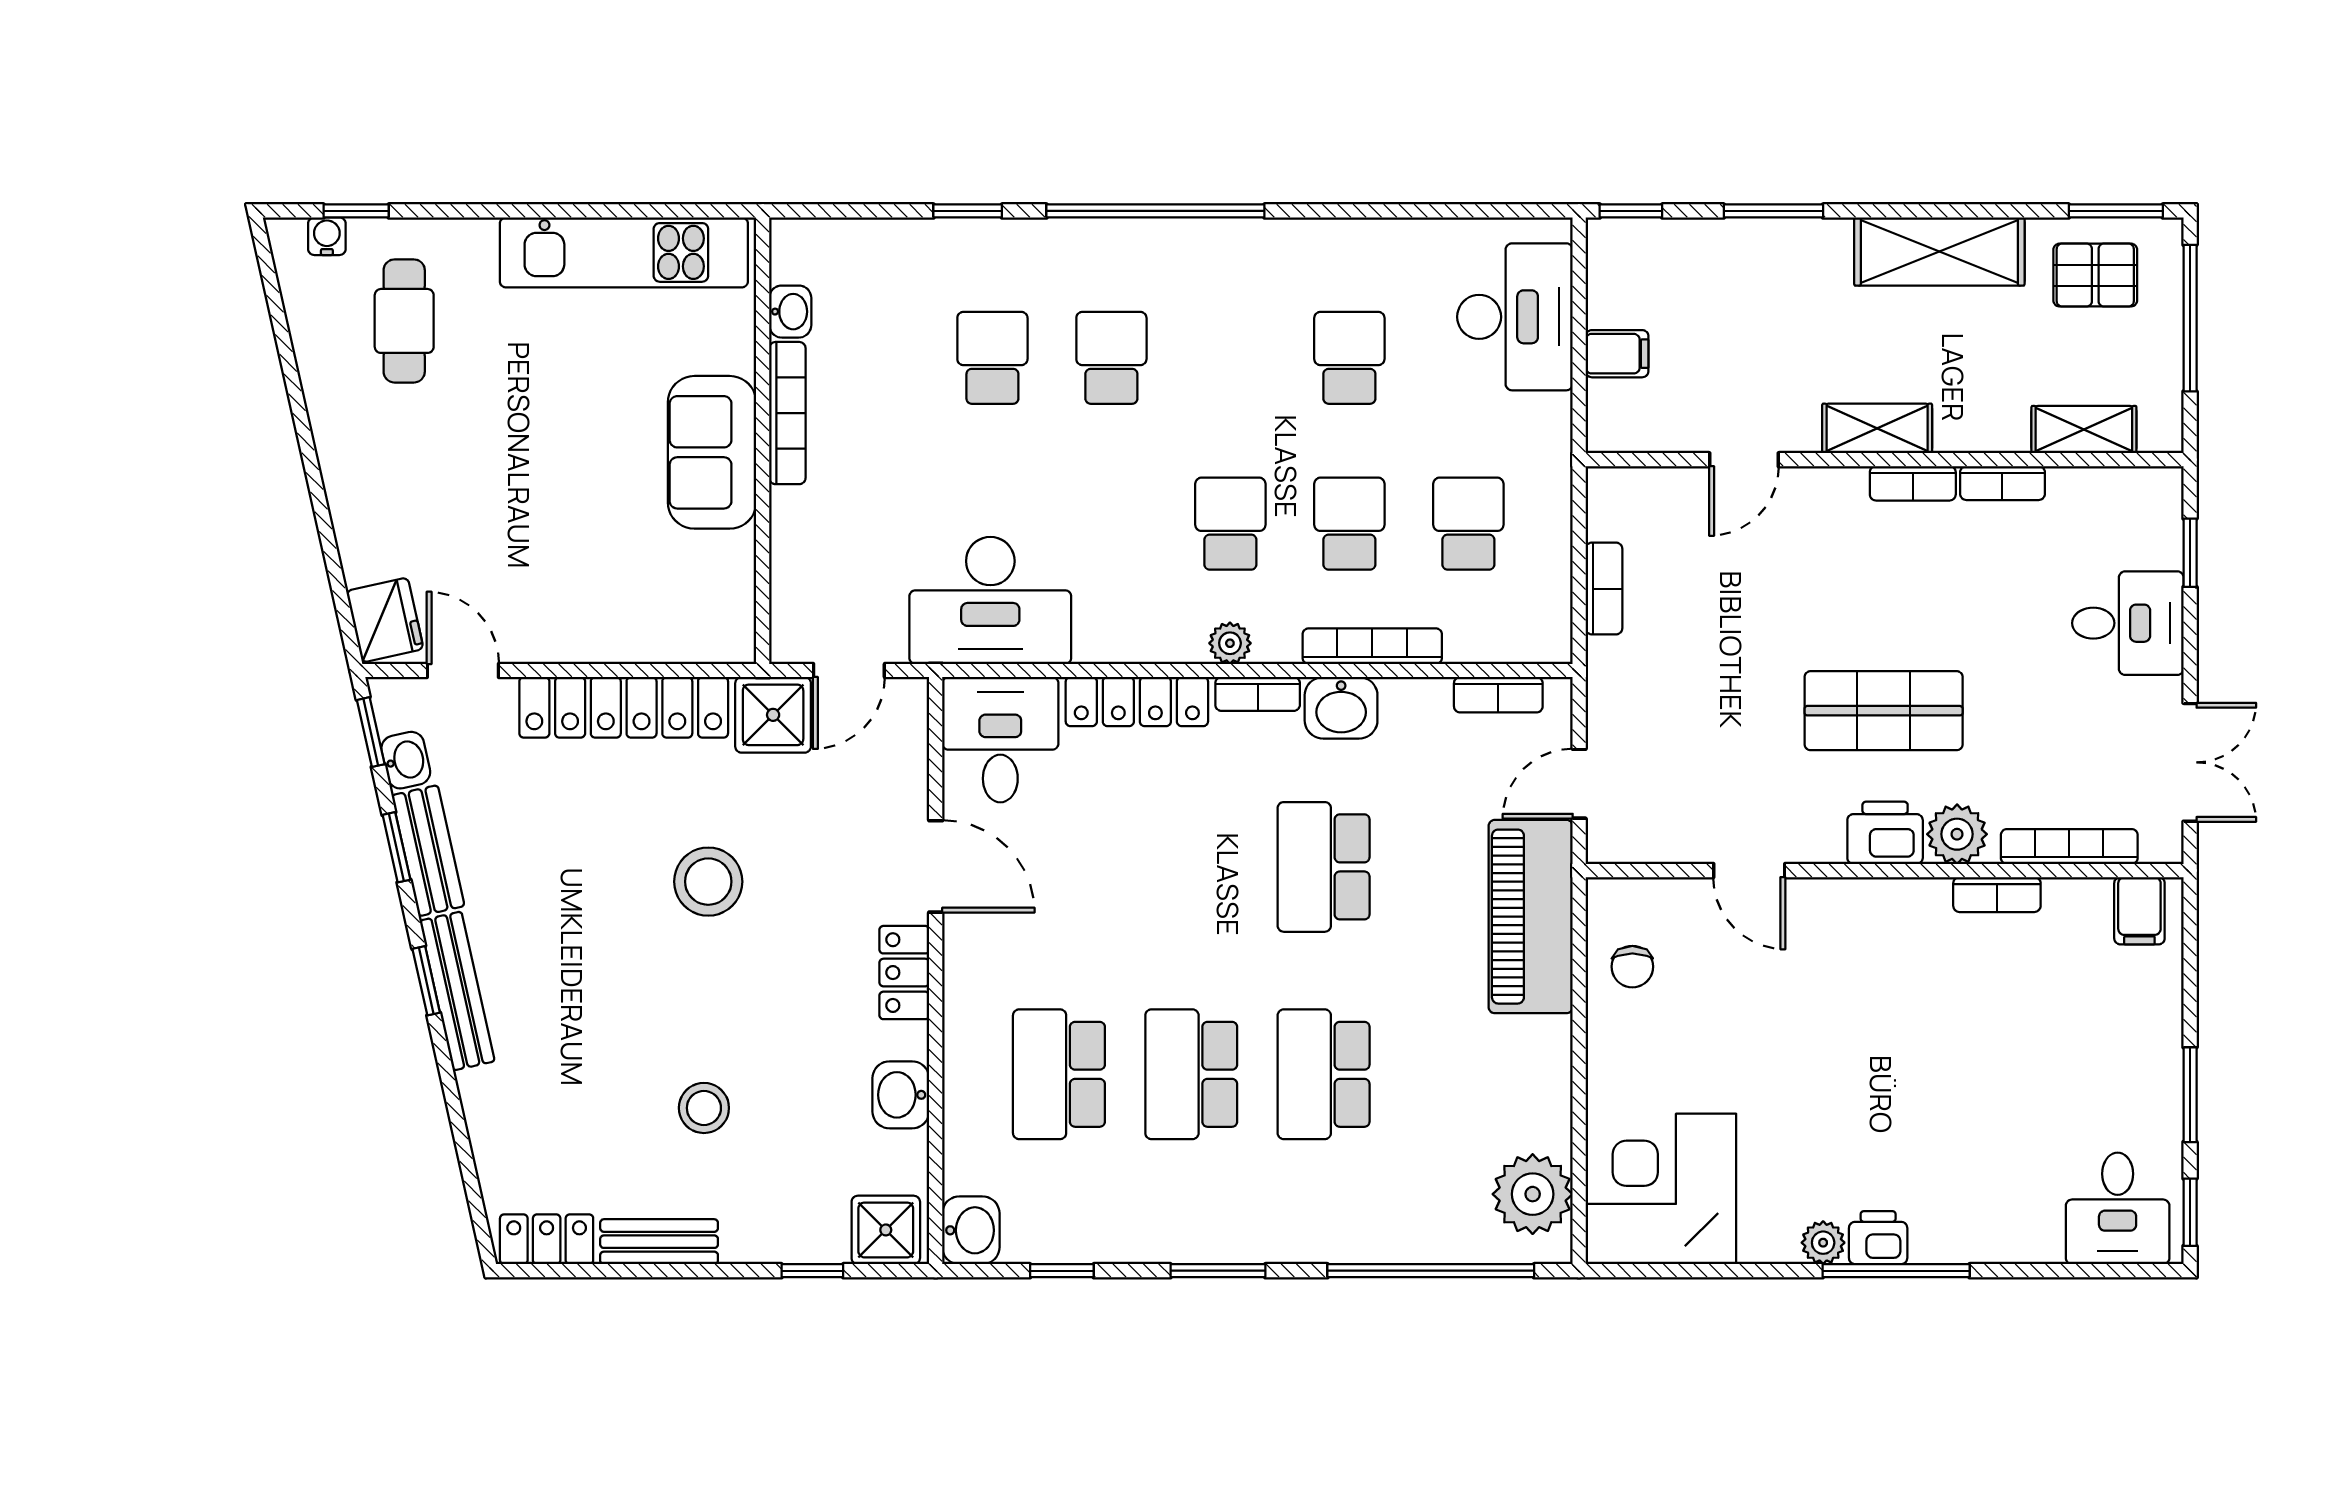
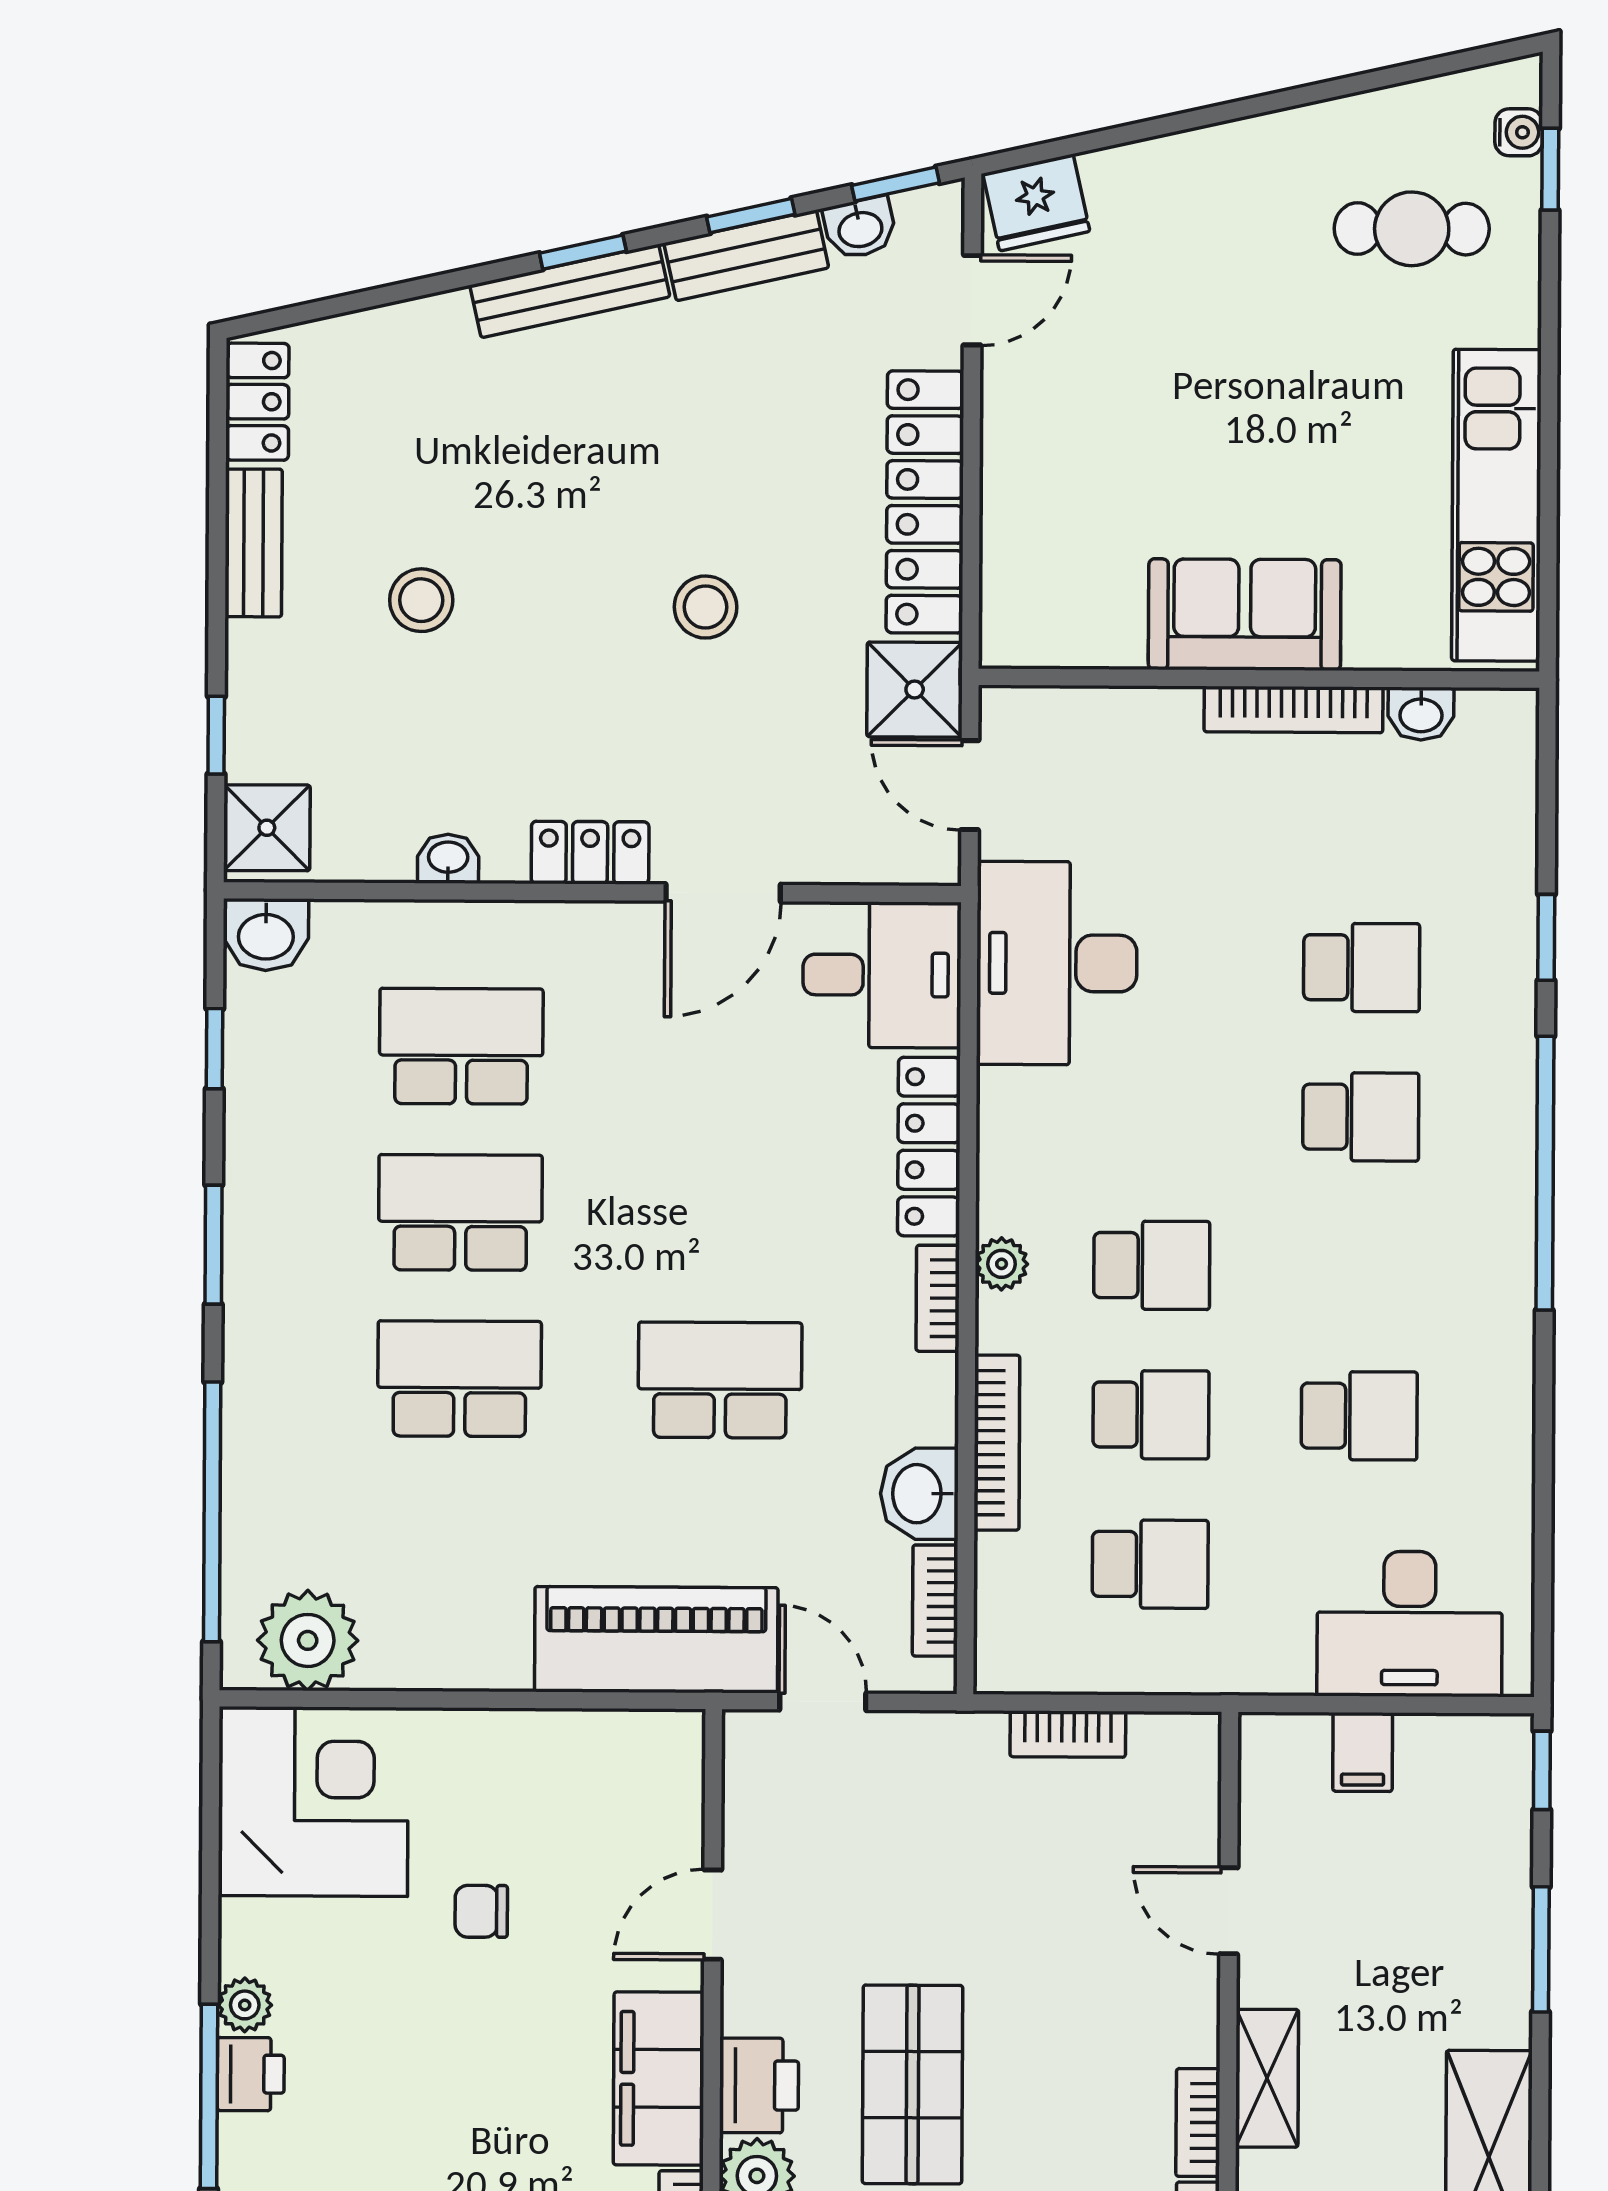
washbasin: (1341, 708) -> (919, 1494), moved
stool: (708, 882) -> (706, 607), width x0.73, depth x0.73
filing cabinet: (1880, 913) -> (659, 2079), added
chair: (1632, 967) -> (481, 1911), moved
washbasin: (901, 1095) -> (448, 859), width x0.72, depth x0.69

